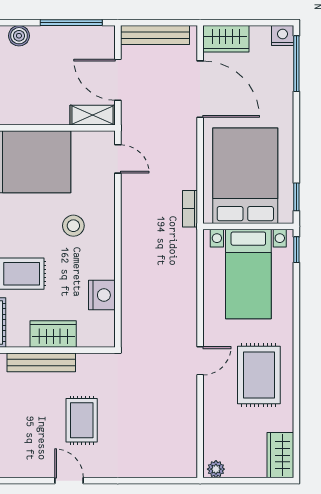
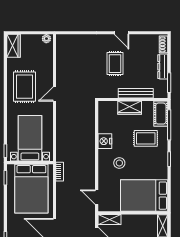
nightstand: (102, 295) -> (105, 141), moved

